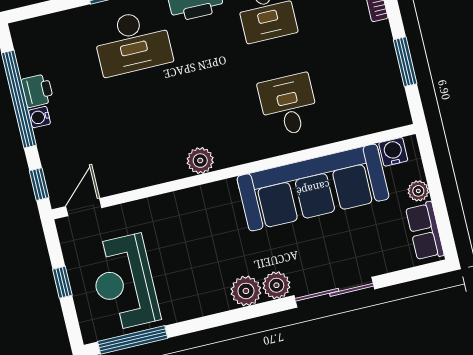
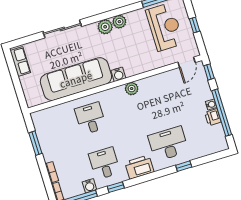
desk: (289, 105) -> (91, 118), turned 180
water cooler: (393, 152) -> (118, 74), moved
plant: (418, 191) -> (25, 81), removed
plant: (276, 285) -> (119, 22), moved

